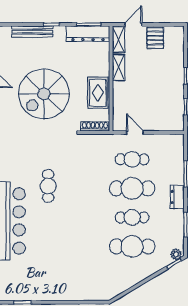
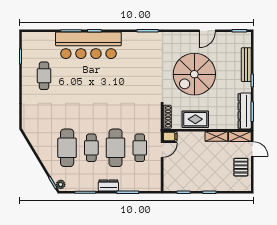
pallet: (155, 38) -> (241, 167), turned 90
spiral stairs: (44, 94) -> (194, 74), turned -90
filing cabinet: (119, 123) -> (170, 136), added
cafe table: (48, 186) -> (44, 76), moved, turned 90

